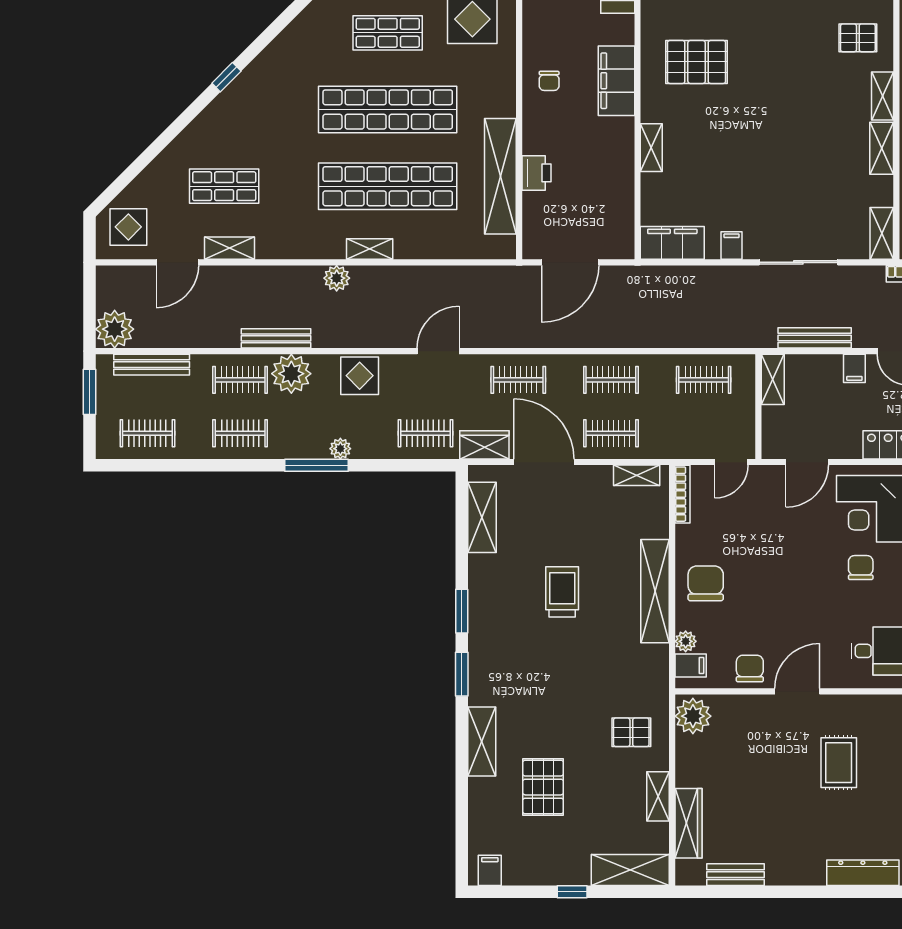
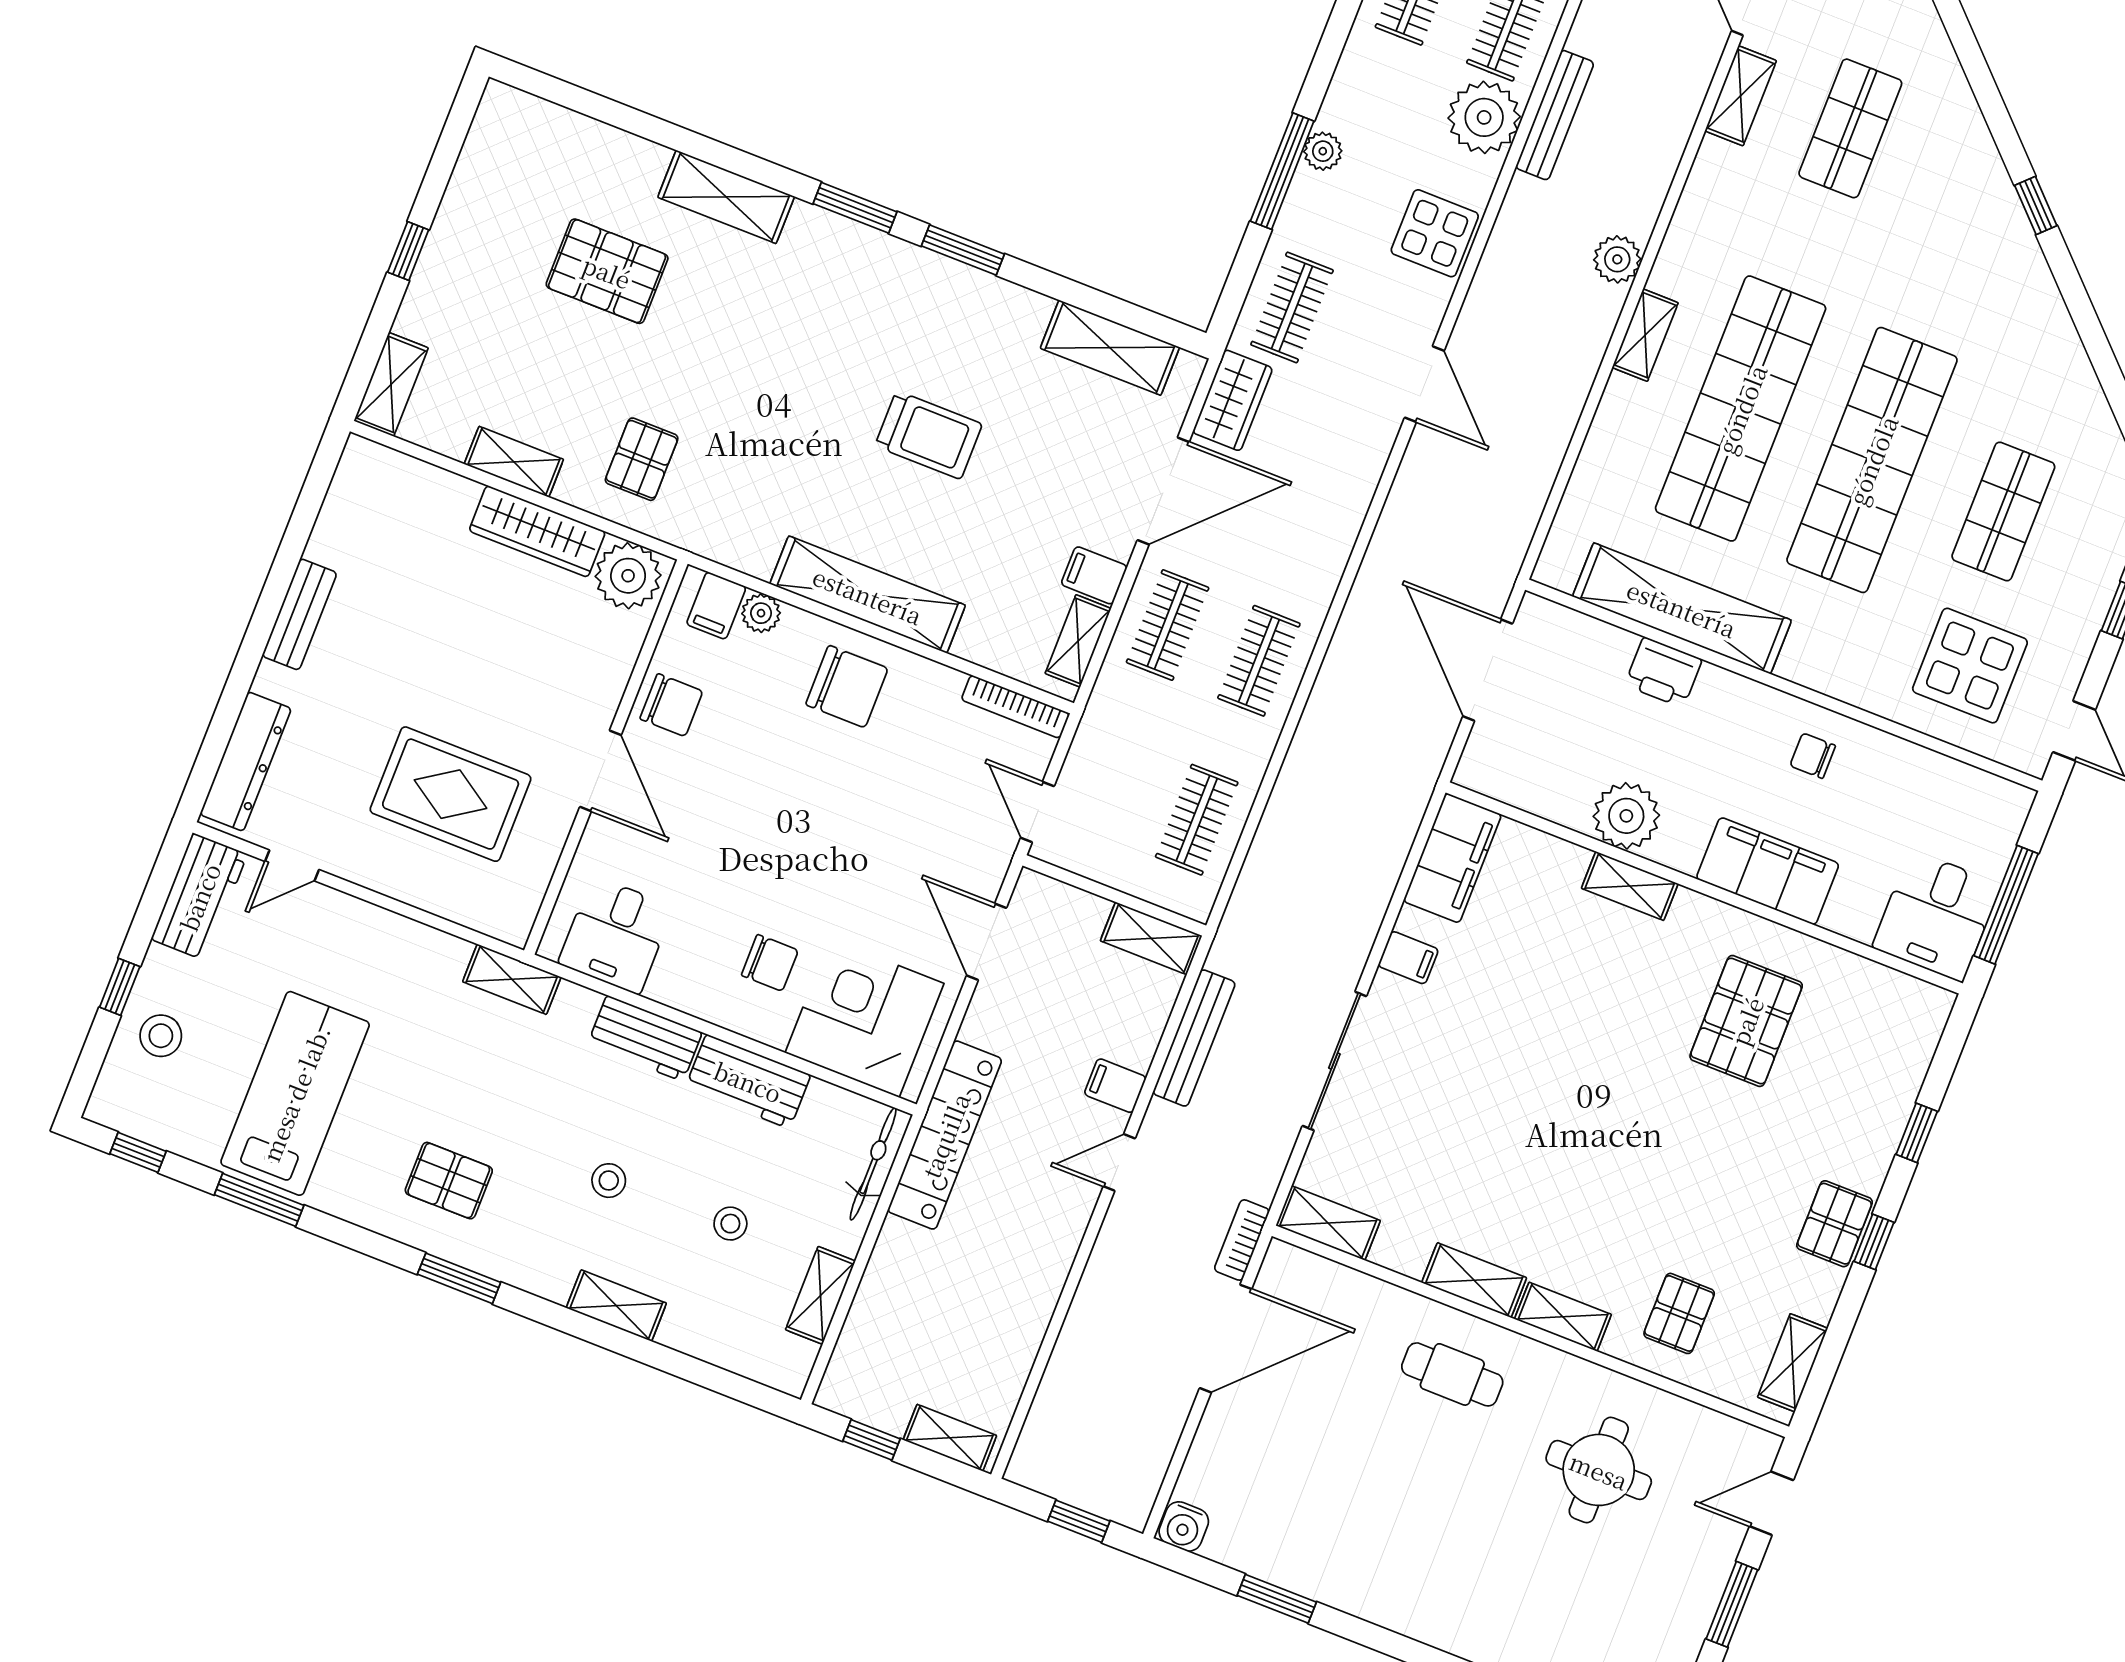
plant: (617, 163) -> (1626, 816), added
clothes rail: (518, 380) -> (1321, 502), removed
window: (317, 465) -> (1282, 171), moved
rug: (839, 763) -> (451, 794), width x1.36, depth x1.43
wardrobe: (688, 823) -> (537, 531), moved
filing cabinet: (490, 870) -> (1094, 575), moved, turned 180
shelving: (630, 870) -> (391, 384), width x0.67, depth x0.75
bench: (736, 875) -> (300, 614), moved

